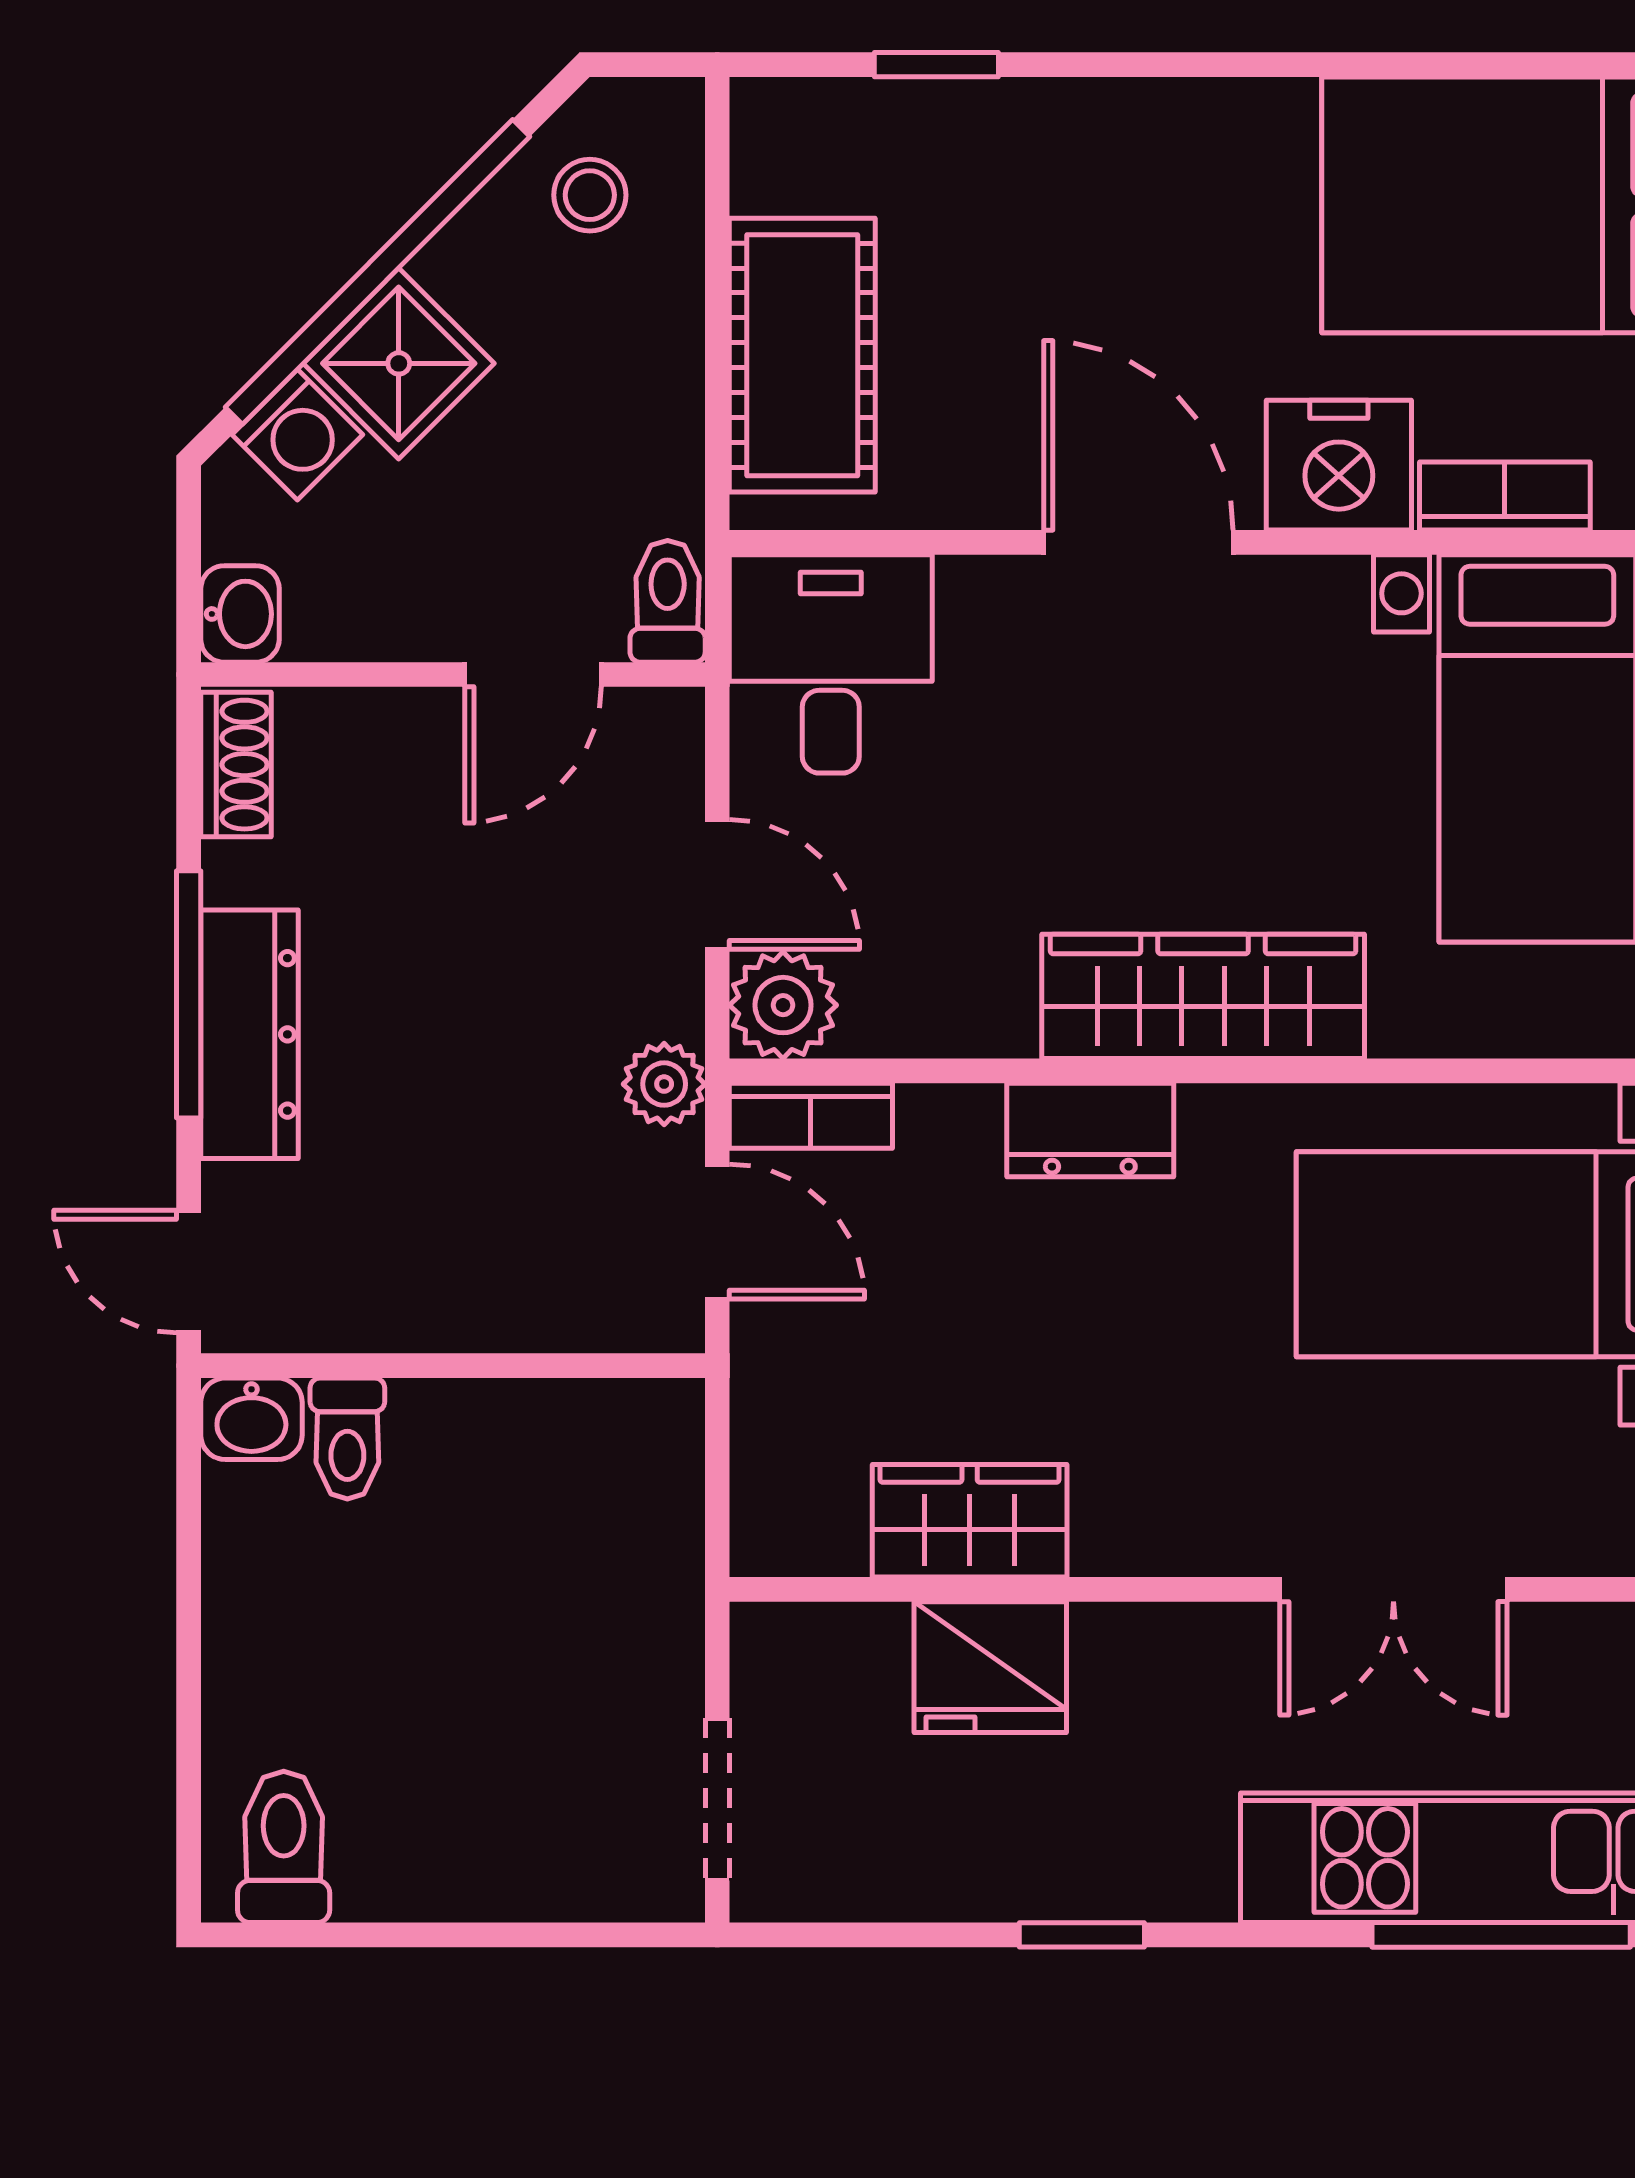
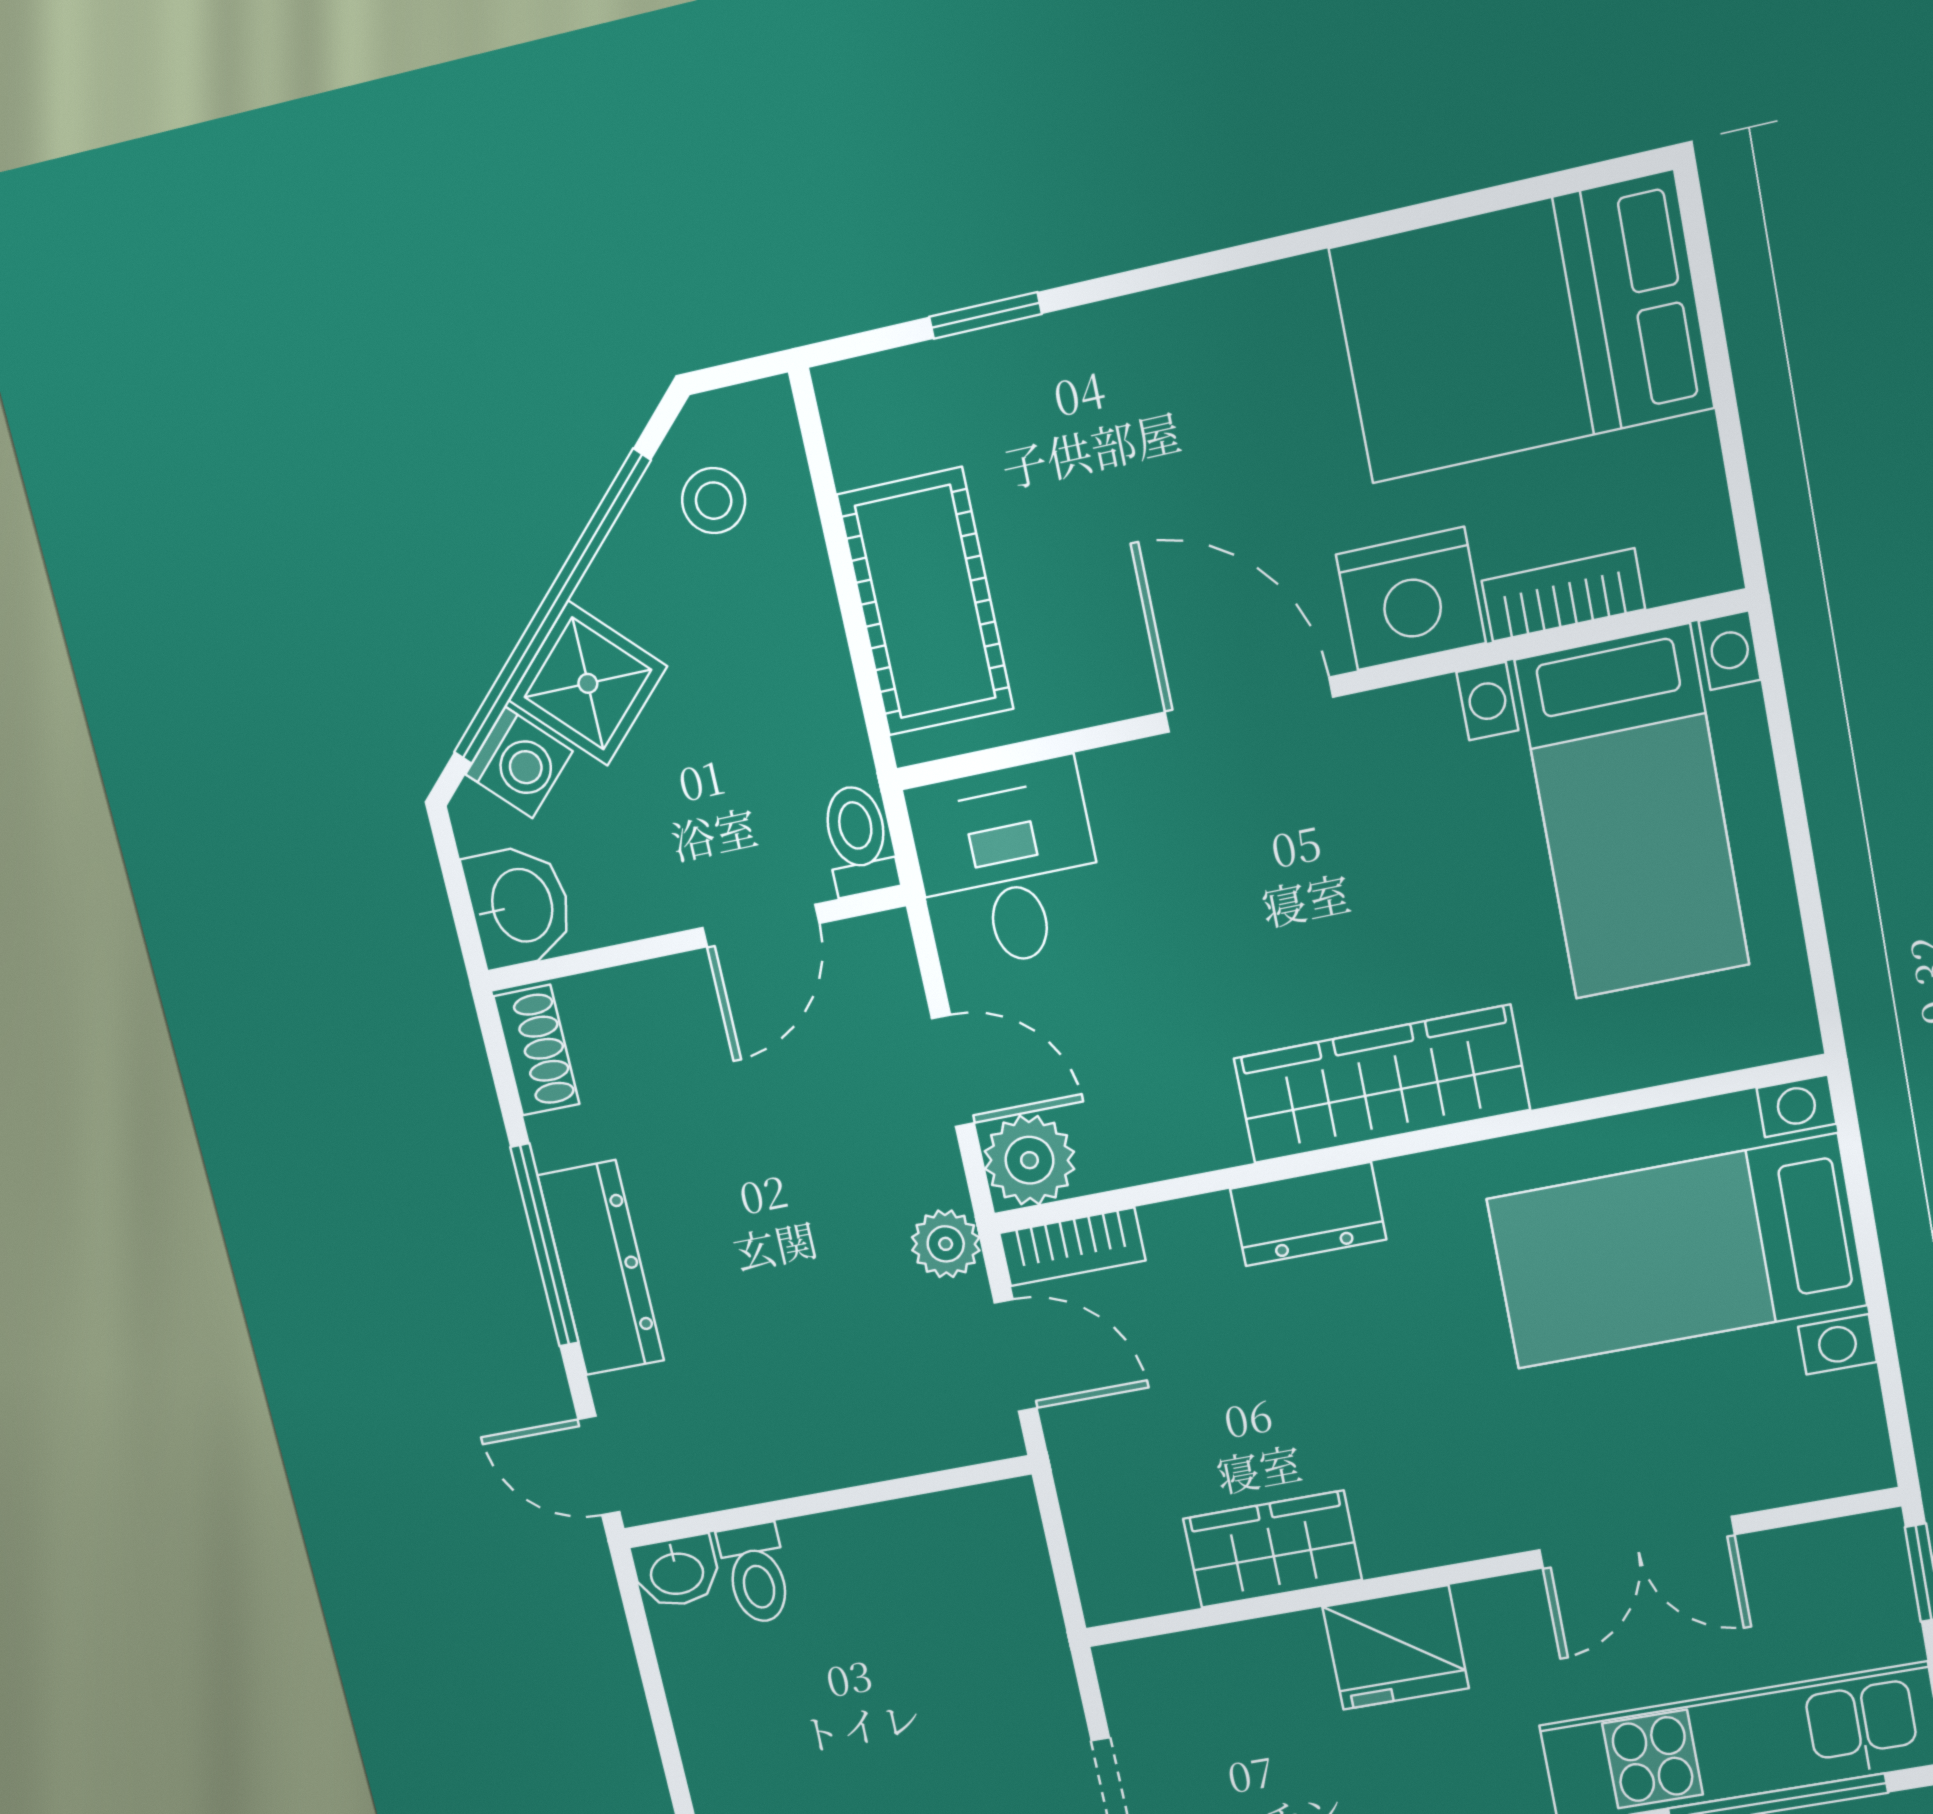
washbasin: (240, 614) -> (519, 906), width x1.38, depth x1.45
fridge: (990, 1667) -> (1396, 1648), moved

